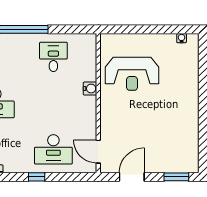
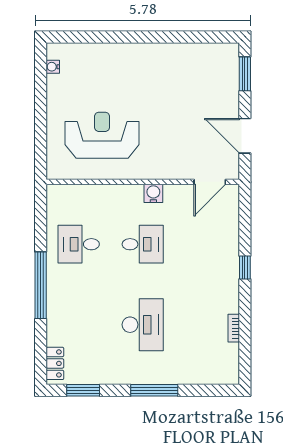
reception desk: (132, 74) -> (102, 135), turned -90
water cooler: (90, 89) -> (153, 193), moved
desk: (53, 149) -> (143, 244), moved, width x0.73

